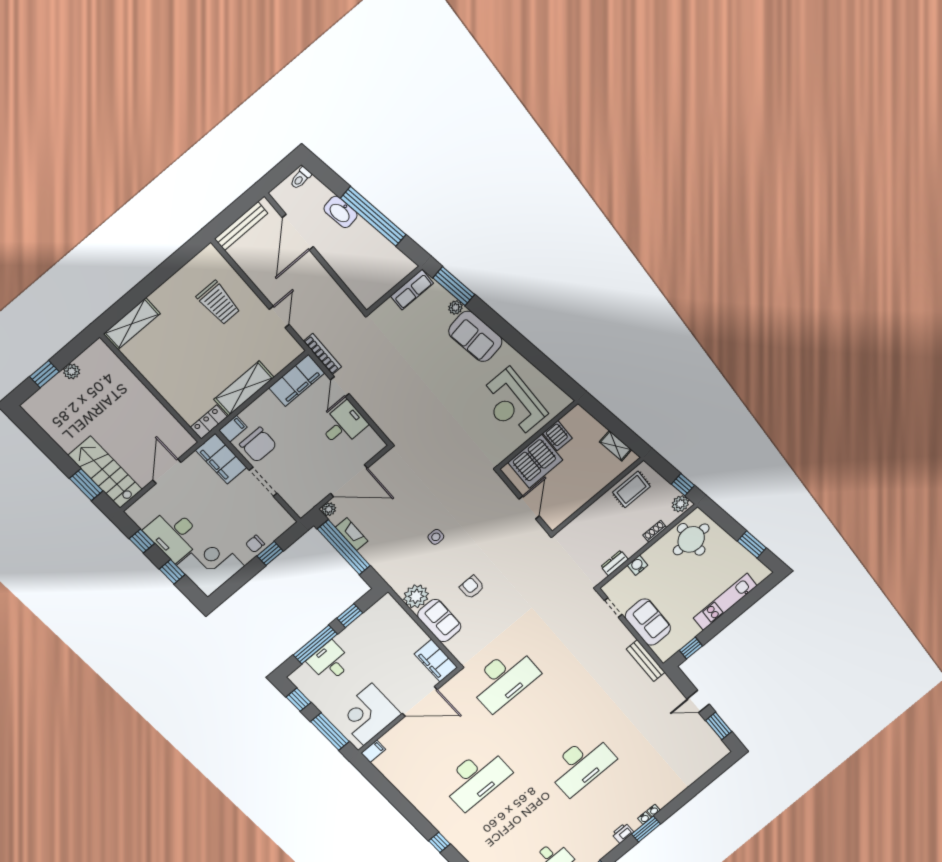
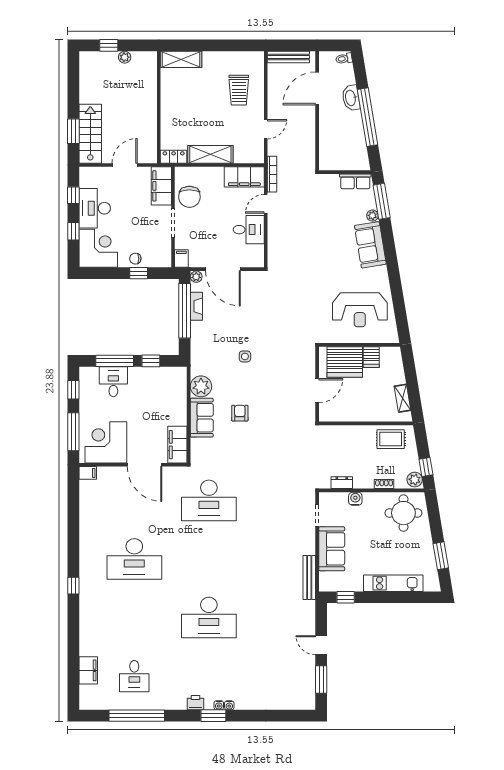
reception desk: (513, 404) -> (360, 310), turned -90
filing cabinet: (233, 429) -> (181, 259), moved, turned -90

